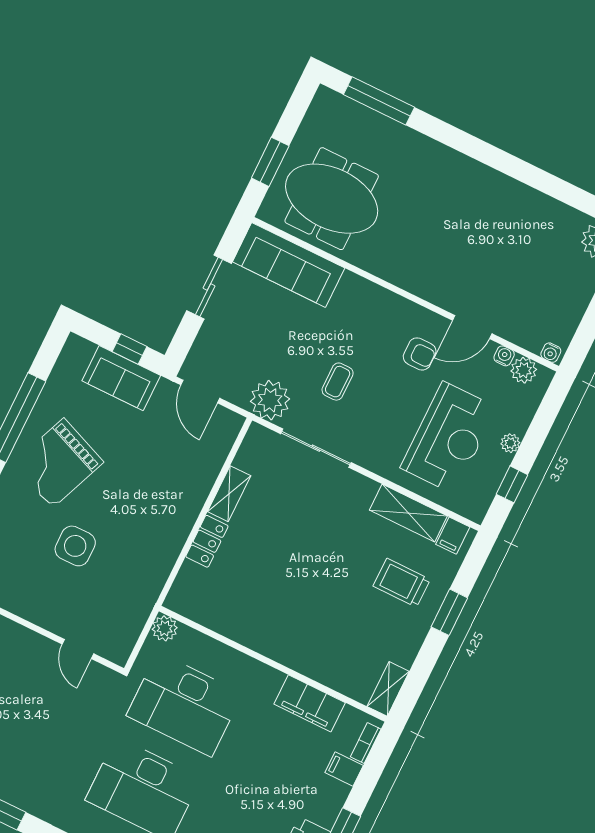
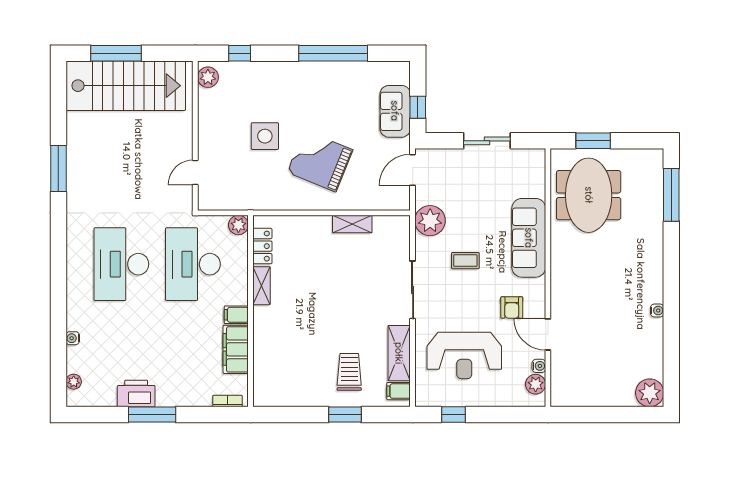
sofa: (289, 265) -> (529, 238), moved
water cooler: (551, 353) -> (657, 310), moved, turned 180
plant: (510, 443) -> (481, 400), removed
sliding door: (316, 448) -> (413, 290), moved
grand piano: (58, 463) -> (320, 161), moved
locker: (207, 541) -> (262, 246), moved, turned -90
shelving: (388, 689) -> (261, 286), moved, turned 90
filing cabinet: (344, 769) -> (236, 315), moved, turned -90

